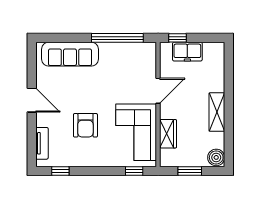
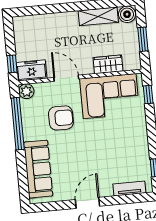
plant: (149, 50) -> (26, 91), added
freezer: (187, 52) -> (32, 70), moved, turned -90
shelving: (217, 112) -> (98, 16), moved
armchair: (85, 125) -> (61, 118), moved

